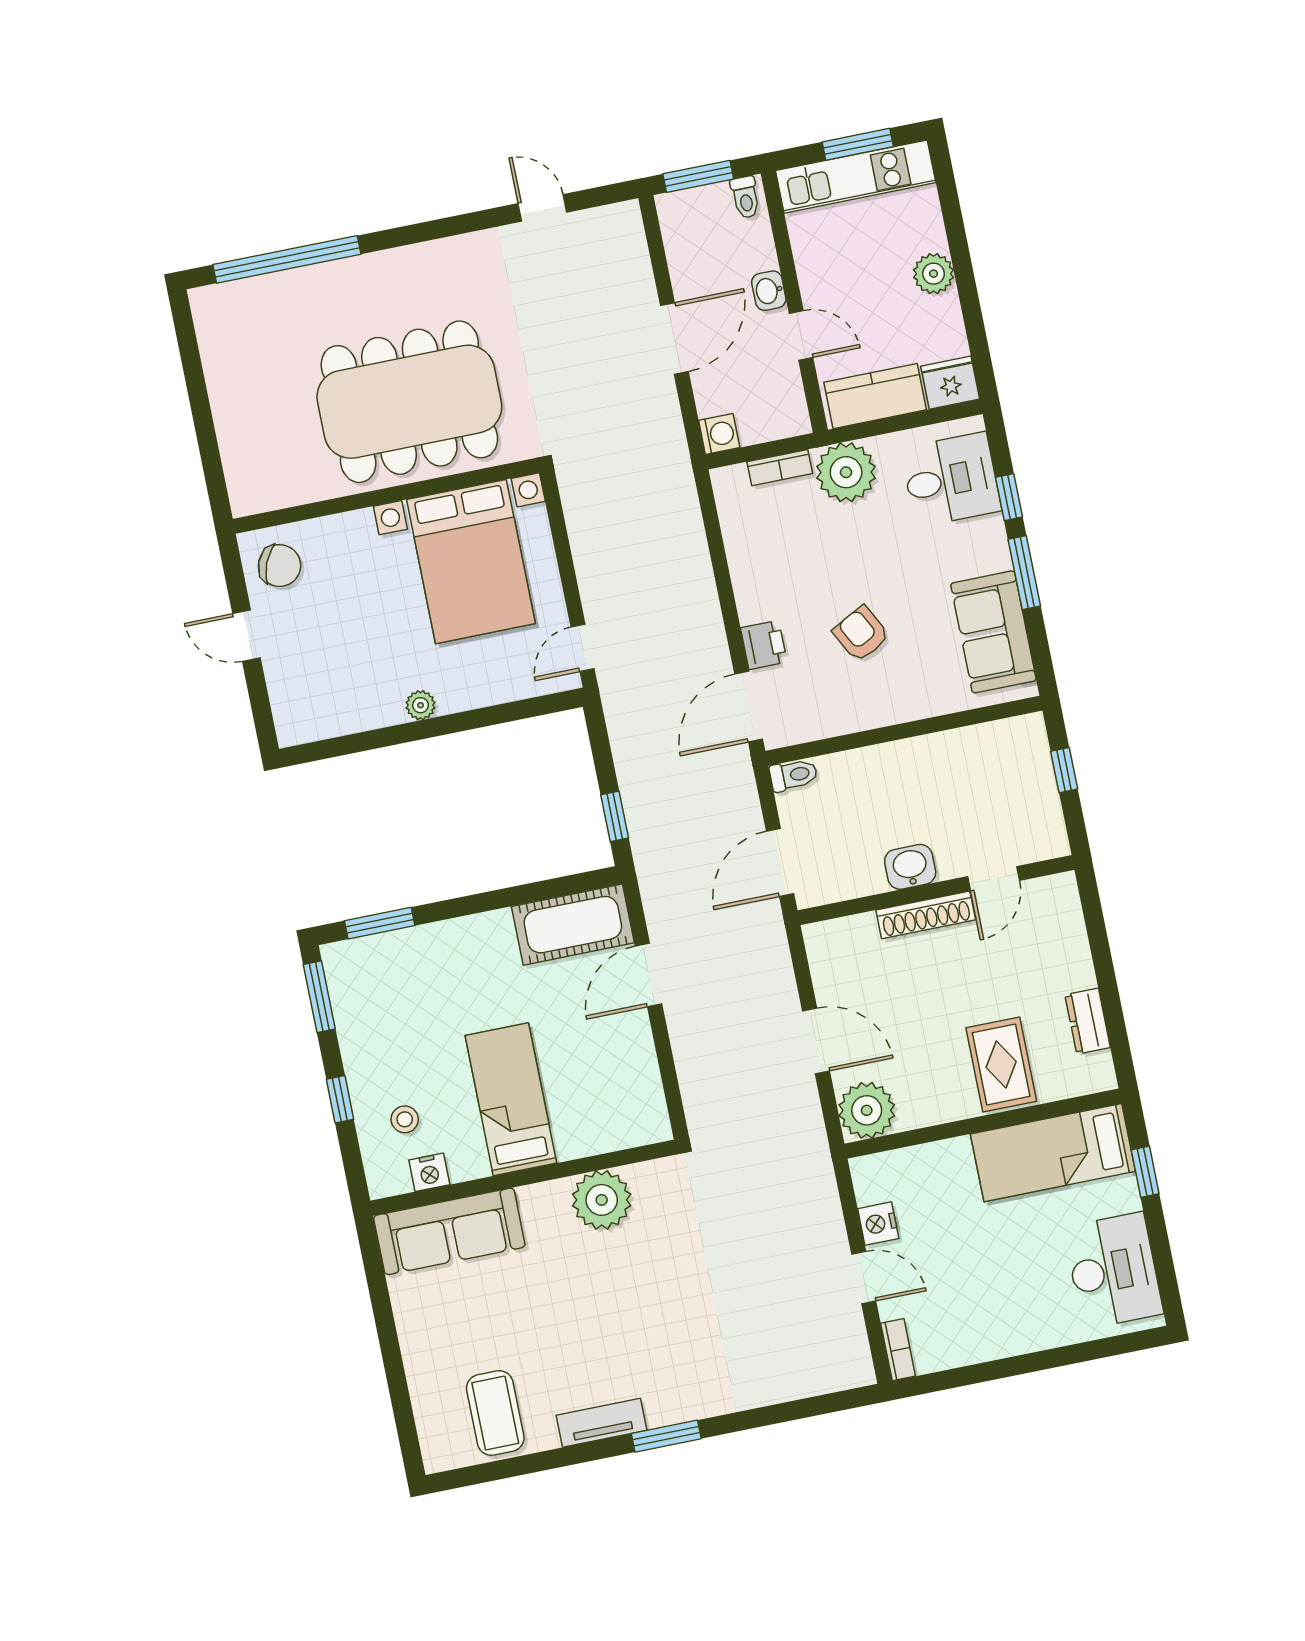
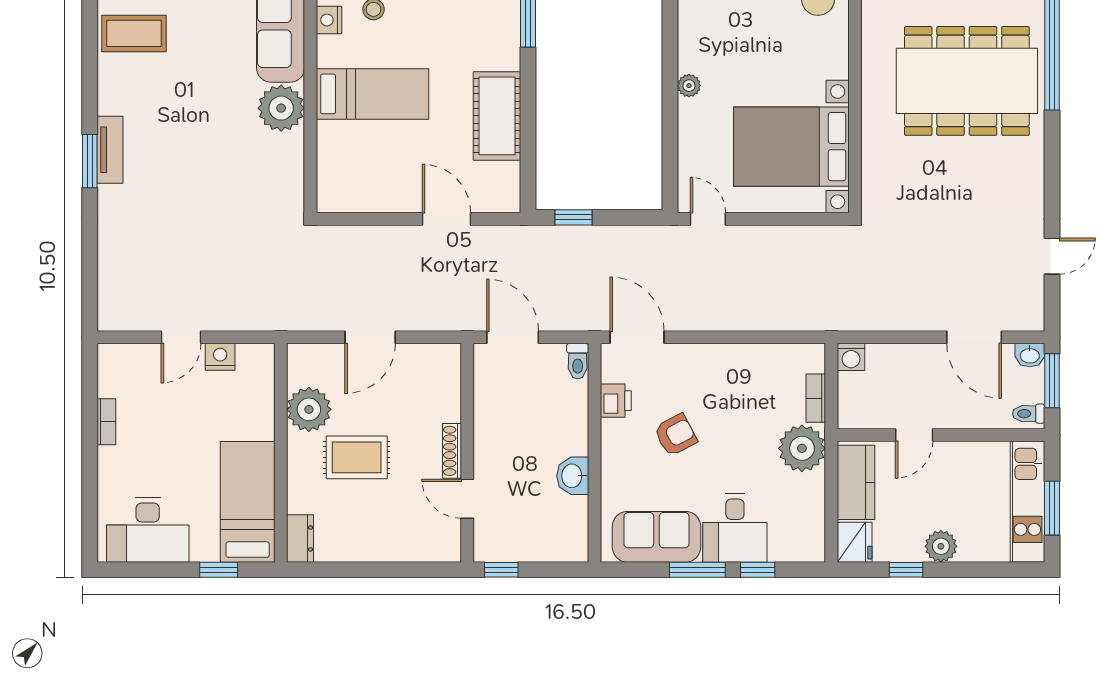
washbasin: (769, 291) -> (1030, 355), moved, turned 180
window: (972, 311) -> (906, 570), added
door: (674, 338) -> (974, 337), moved
dining table: (409, 402) -> (967, 81), moved, turned 90
desk: (951, 480) -> (735, 528), moved
printer: (764, 645) -> (616, 401), moved, turned -90
window: (1064, 770) -> (501, 570), moved
washbasin: (910, 867) -> (573, 476), moved, turned 180
shoe rack: (926, 915) -> (452, 451), width x0.74, depth x0.81
cot: (573, 925) -> (497, 116), moved
dresser: (1088, 1021) -> (300, 538), moved, turned 90
rug: (1001, 1065) -> (357, 457), moved
plant: (867, 1110) -> (309, 409), moved
plant: (602, 1200) -> (281, 108), moved
bookcase: (898, 1350) -> (106, 422), moved, turned -90
tv unit: (601, 1423) -> (110, 150), moved

